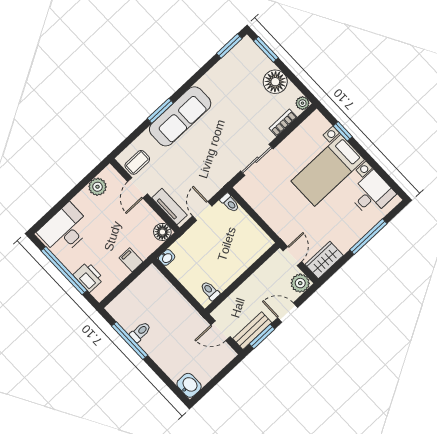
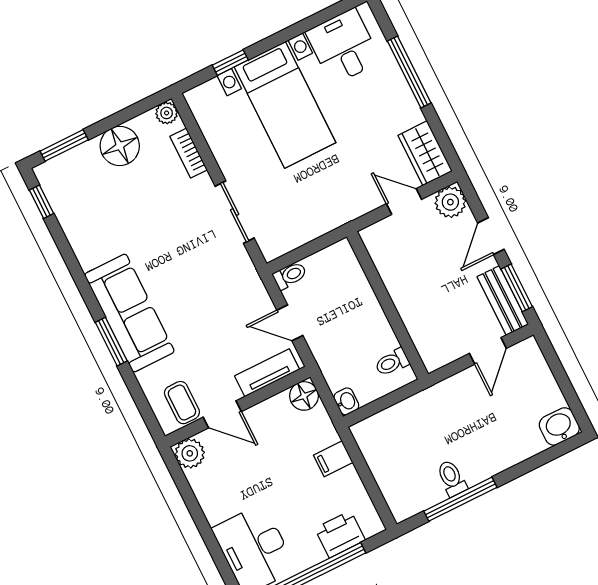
window: (229, 46) -> (41, 202), width x0.67
plant: (98, 187) -> (190, 453), moved
wall: (242, 278) -> (388, 305), moved
toilet: (210, 291) -> (392, 362), moved

